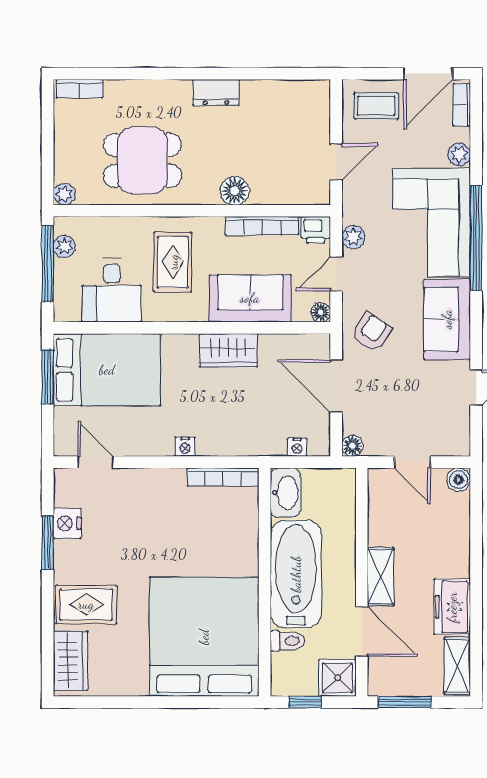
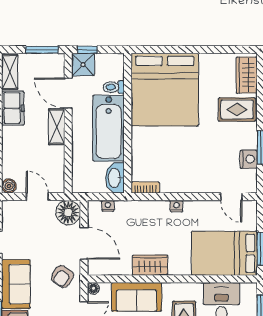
floor lamp: (352, 446) -> (68, 212), width x1.89, depth x1.89
bookcase: (223, 477) -> (145, 188), width x0.64
window: (305, 702) -> (87, 50), moved

